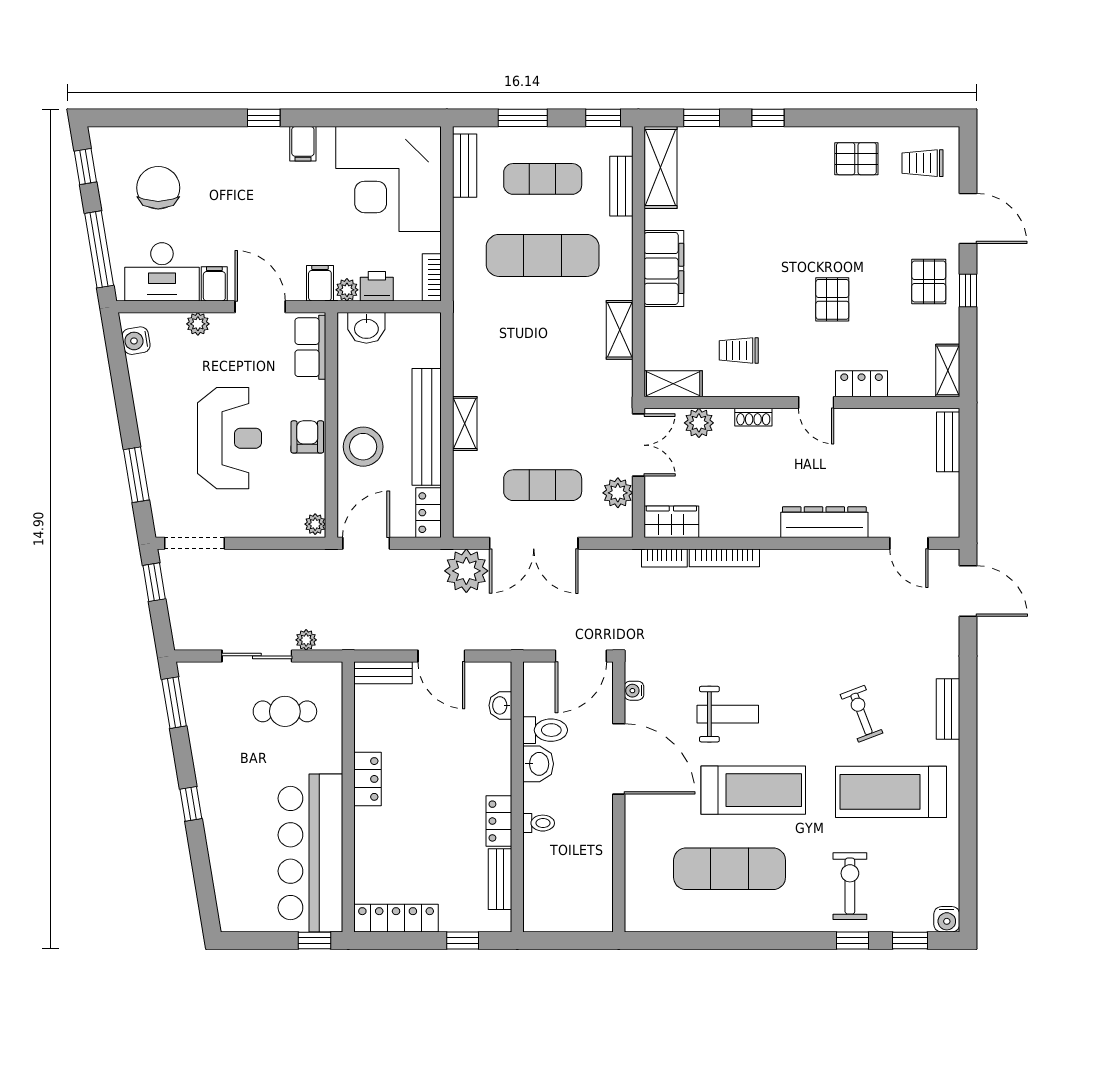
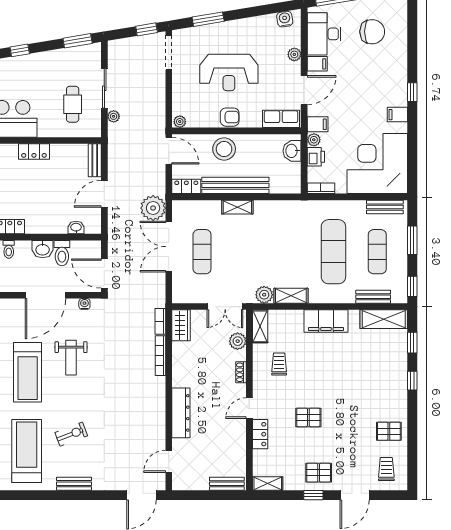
pallet: (856, 159) -> (389, 431), turned 90
plant: (618, 493) -> (264, 295), moved

